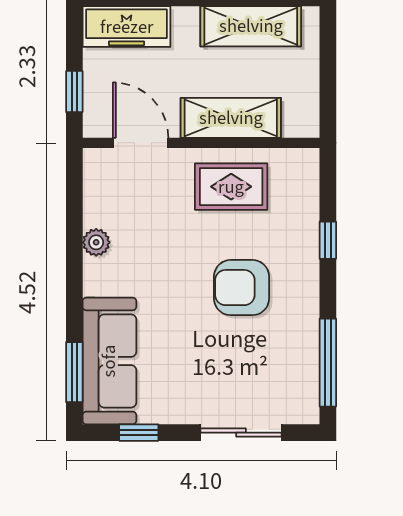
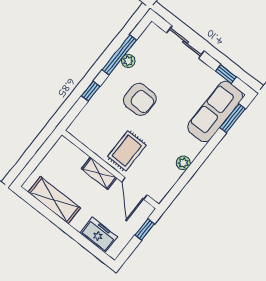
freezer: (127, 27) -> (99, 235), width x0.71
shelving: (231, 118) -> (99, 173), width x0.67, depth x0.75
rug: (231, 187) -> (127, 151), moved, turned 90
plant: (307, 333) -> (128, 61), added
window: (328, 363) -> (119, 55), moved

